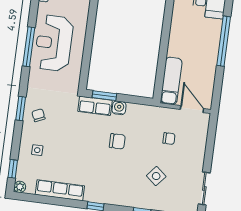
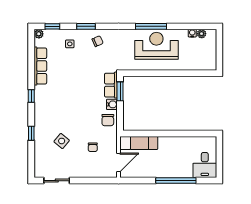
window: (21, 109) -> (86, 26), moved
chair: (117, 141) -> (108, 120), moved

